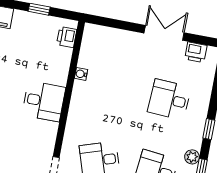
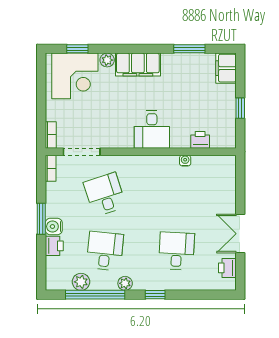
double door: (164, 33) -> (240, 234), swing flipped
printer: (67, 37) -> (200, 140), moved

